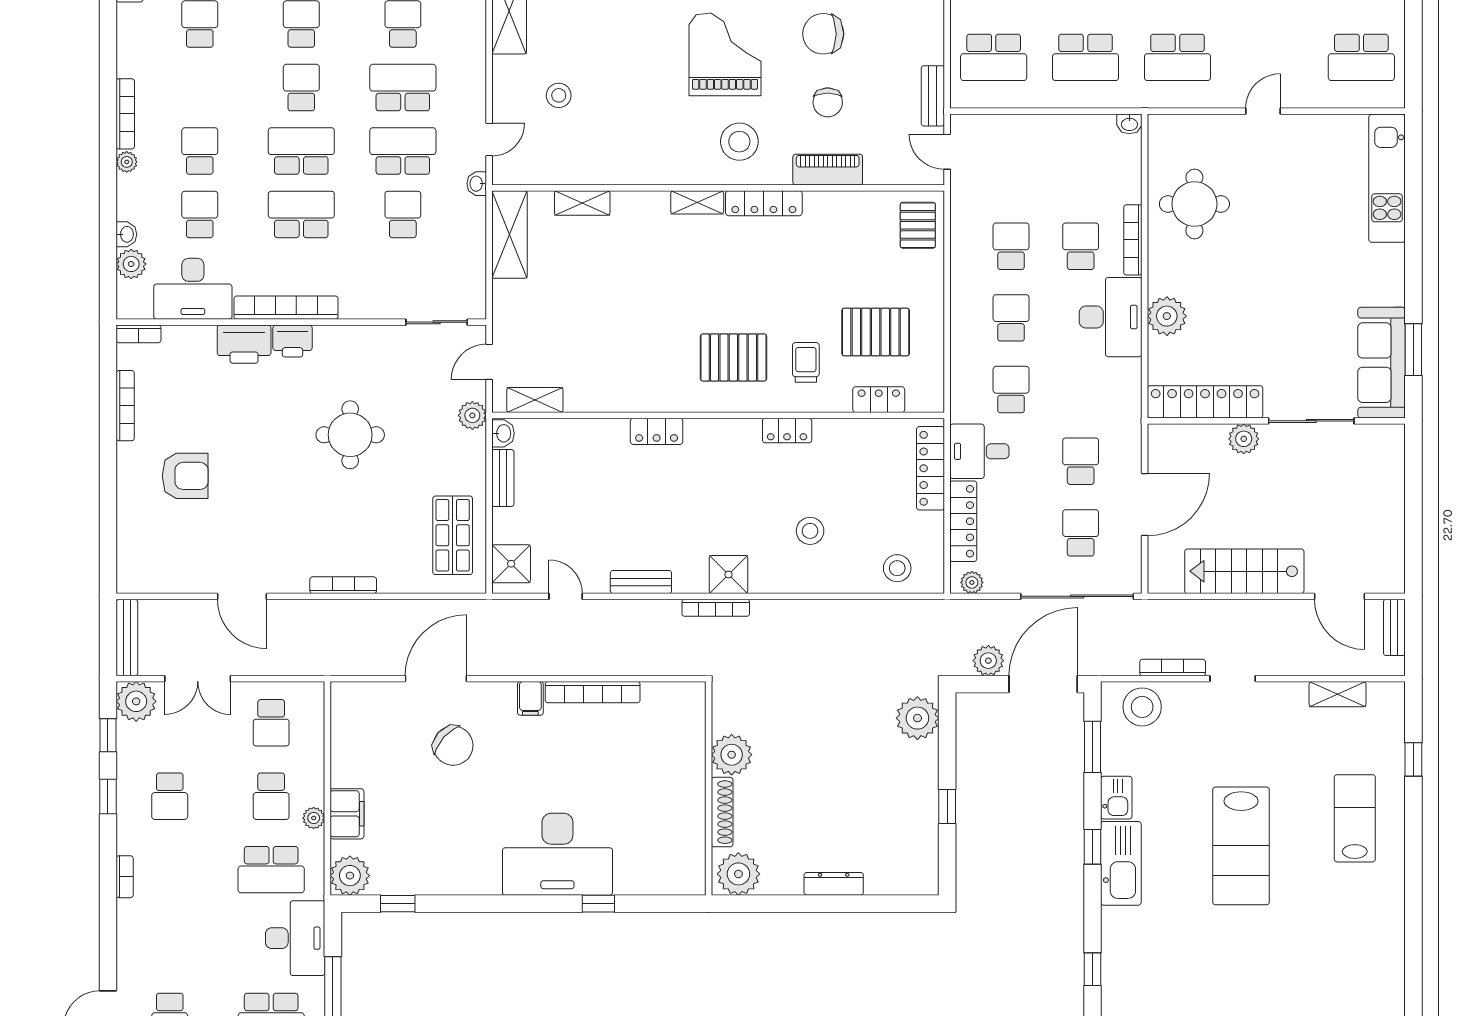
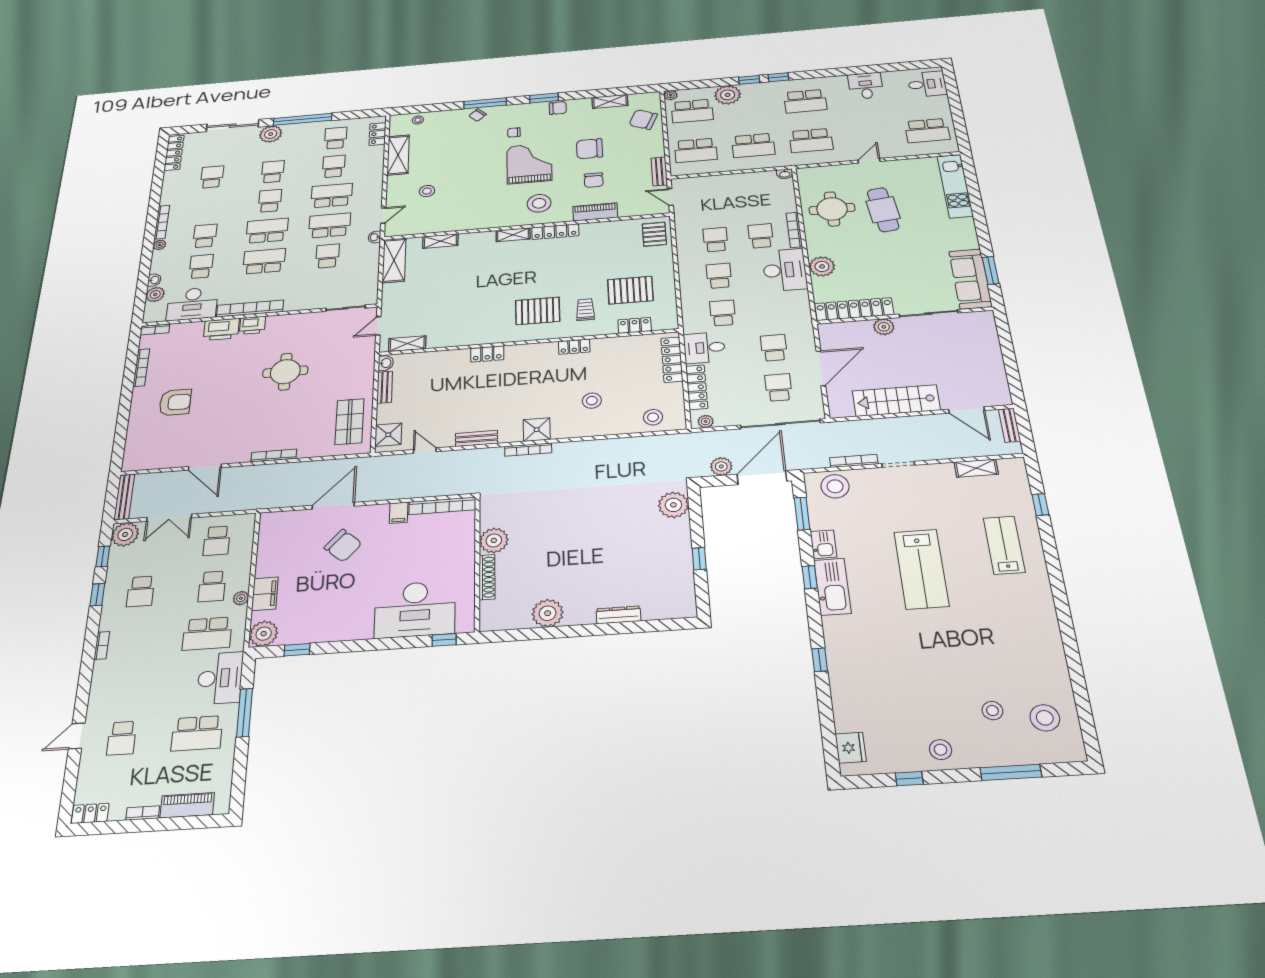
cafe table: (1272, 214) -> (883, 210), added
plant: (472, 415) -> (366, 355), removed
plant: (732, 755) -> (494, 540), moved
wall: (709, 788) -> (477, 563), moved
shoe rack: (722, 812) -> (487, 577), moved

